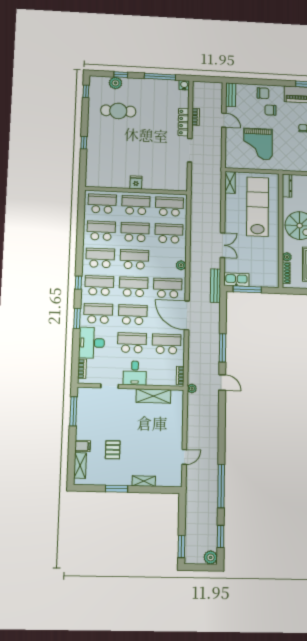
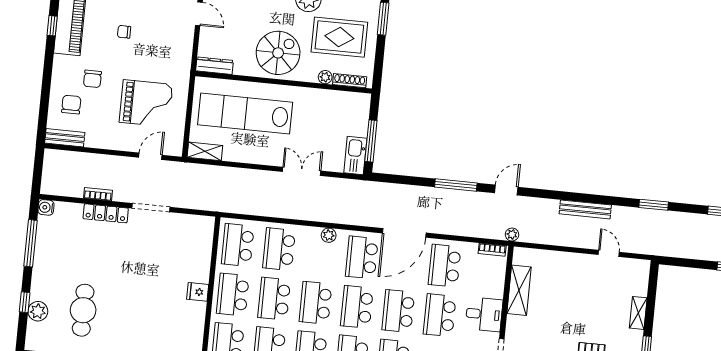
chair: (263, 93) -> (71, 105), moved
door: (224, 120) -> (150, 156), moved
bench: (215, 286) -> (585, 209), moved
window: (221, 486) -> (654, 205), width x0.47

